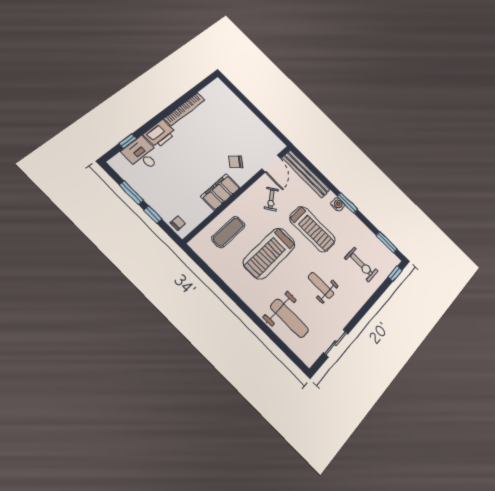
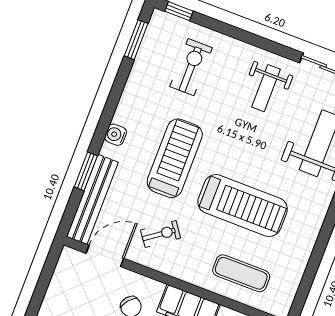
window: (347, 203) -> (86, 171), moved
weight bench: (321, 285) -> (266, 88), moved

